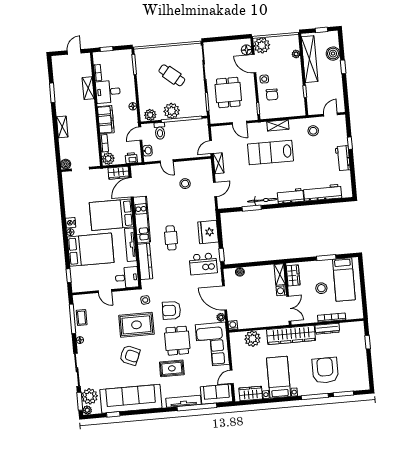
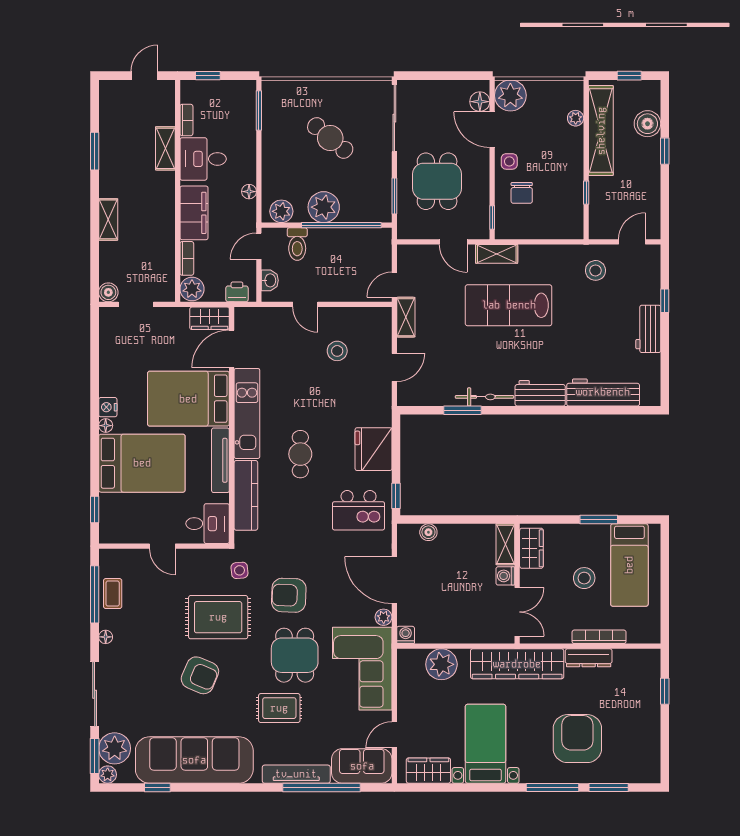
shelving: (278, 125) -> (497, 254), moved

